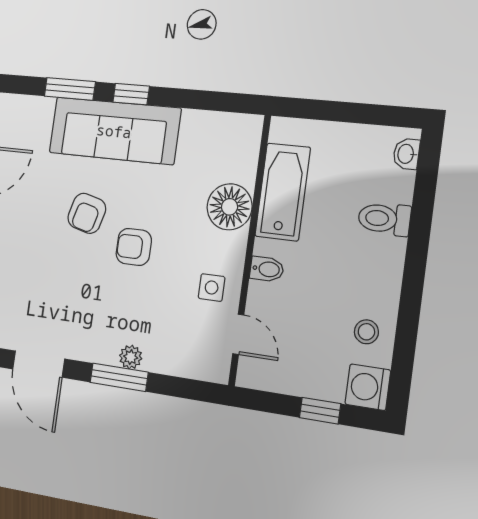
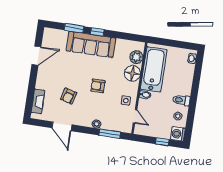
plant: (240, 159) -> (136, 57), added
bathtub: (283, 192) -> (154, 69), width x1.36, depth x1.36
armchair: (87, 213) -> (69, 96), moved
toilet: (384, 219) -> (181, 100), moved
window: (119, 377) -> (110, 134), moved

